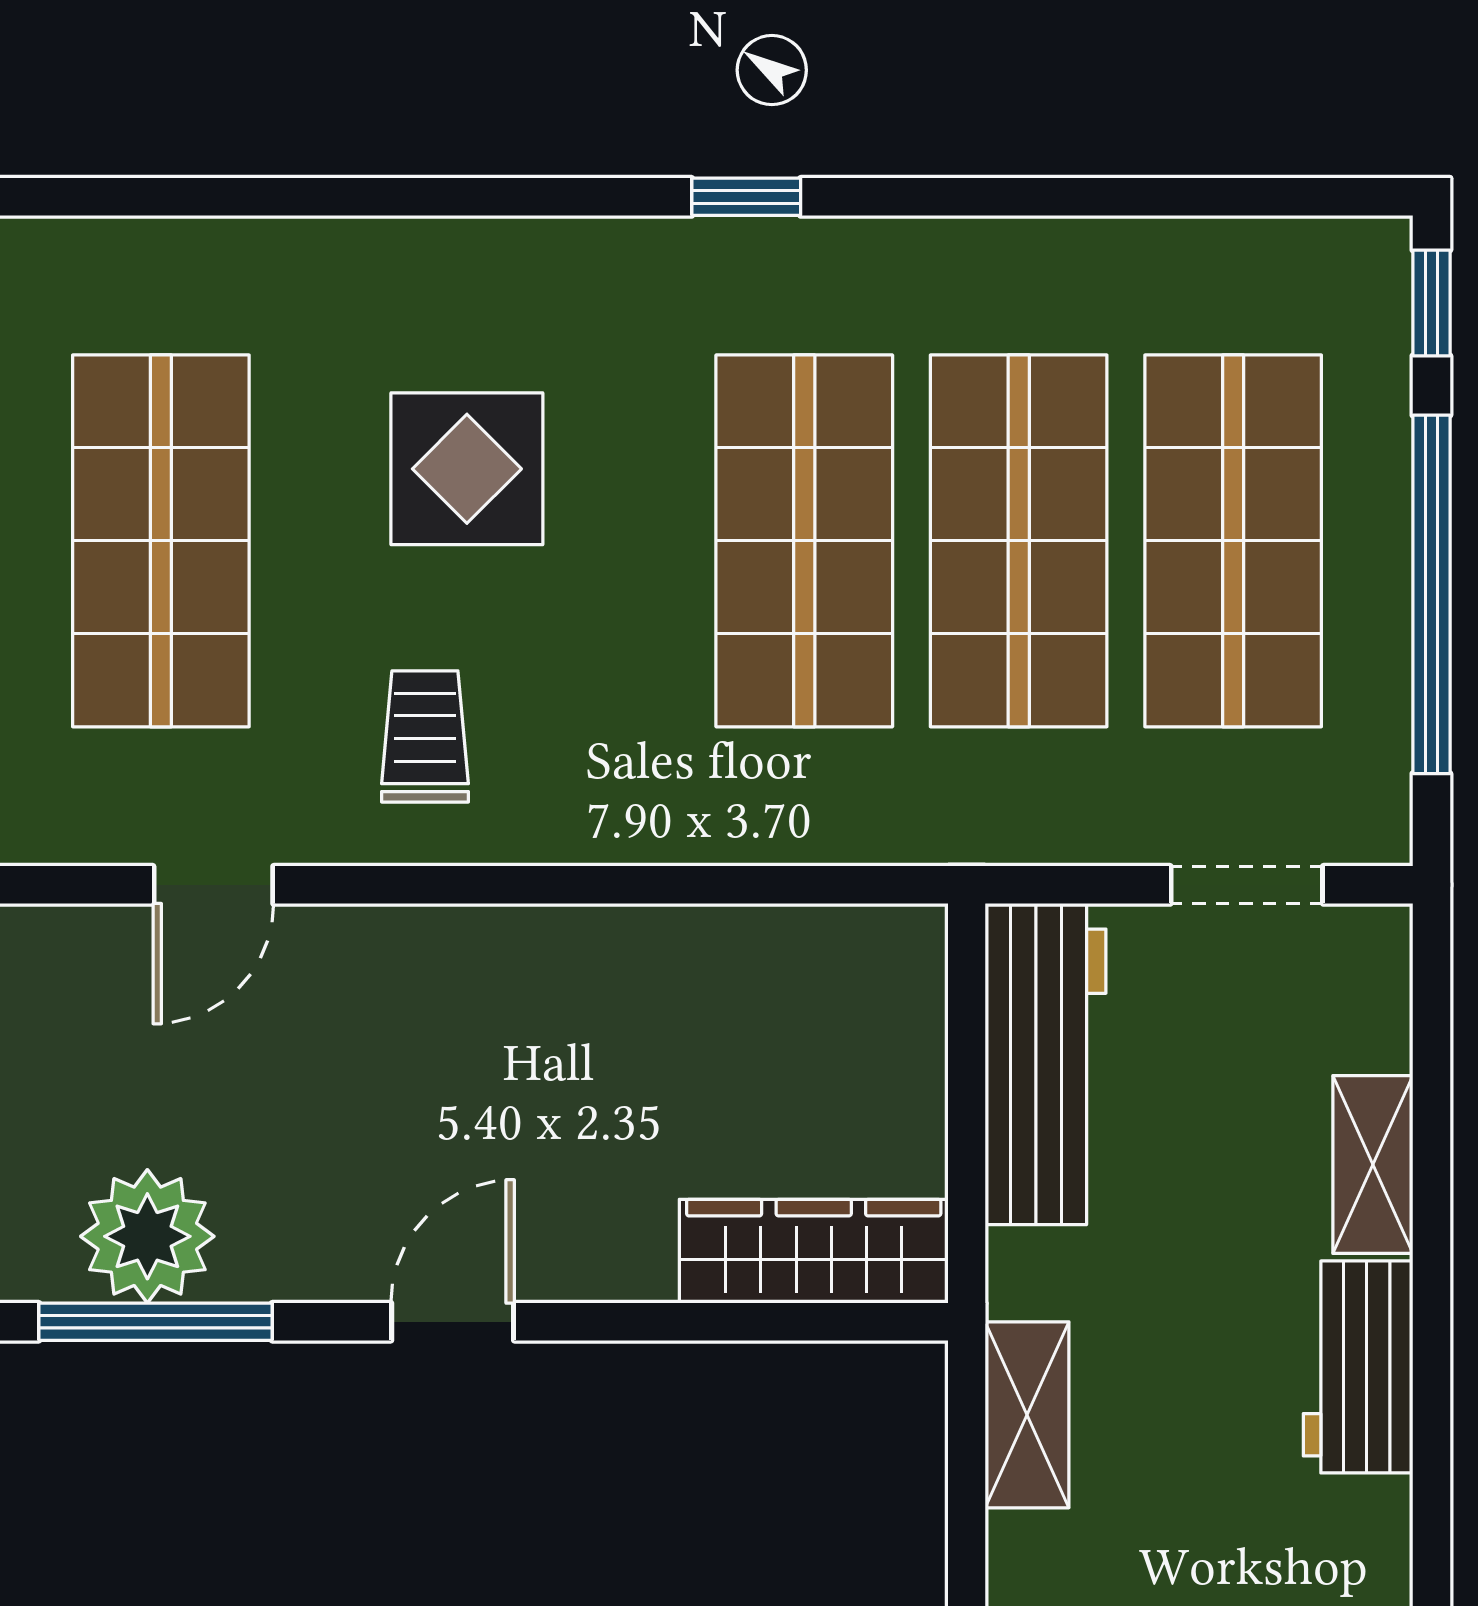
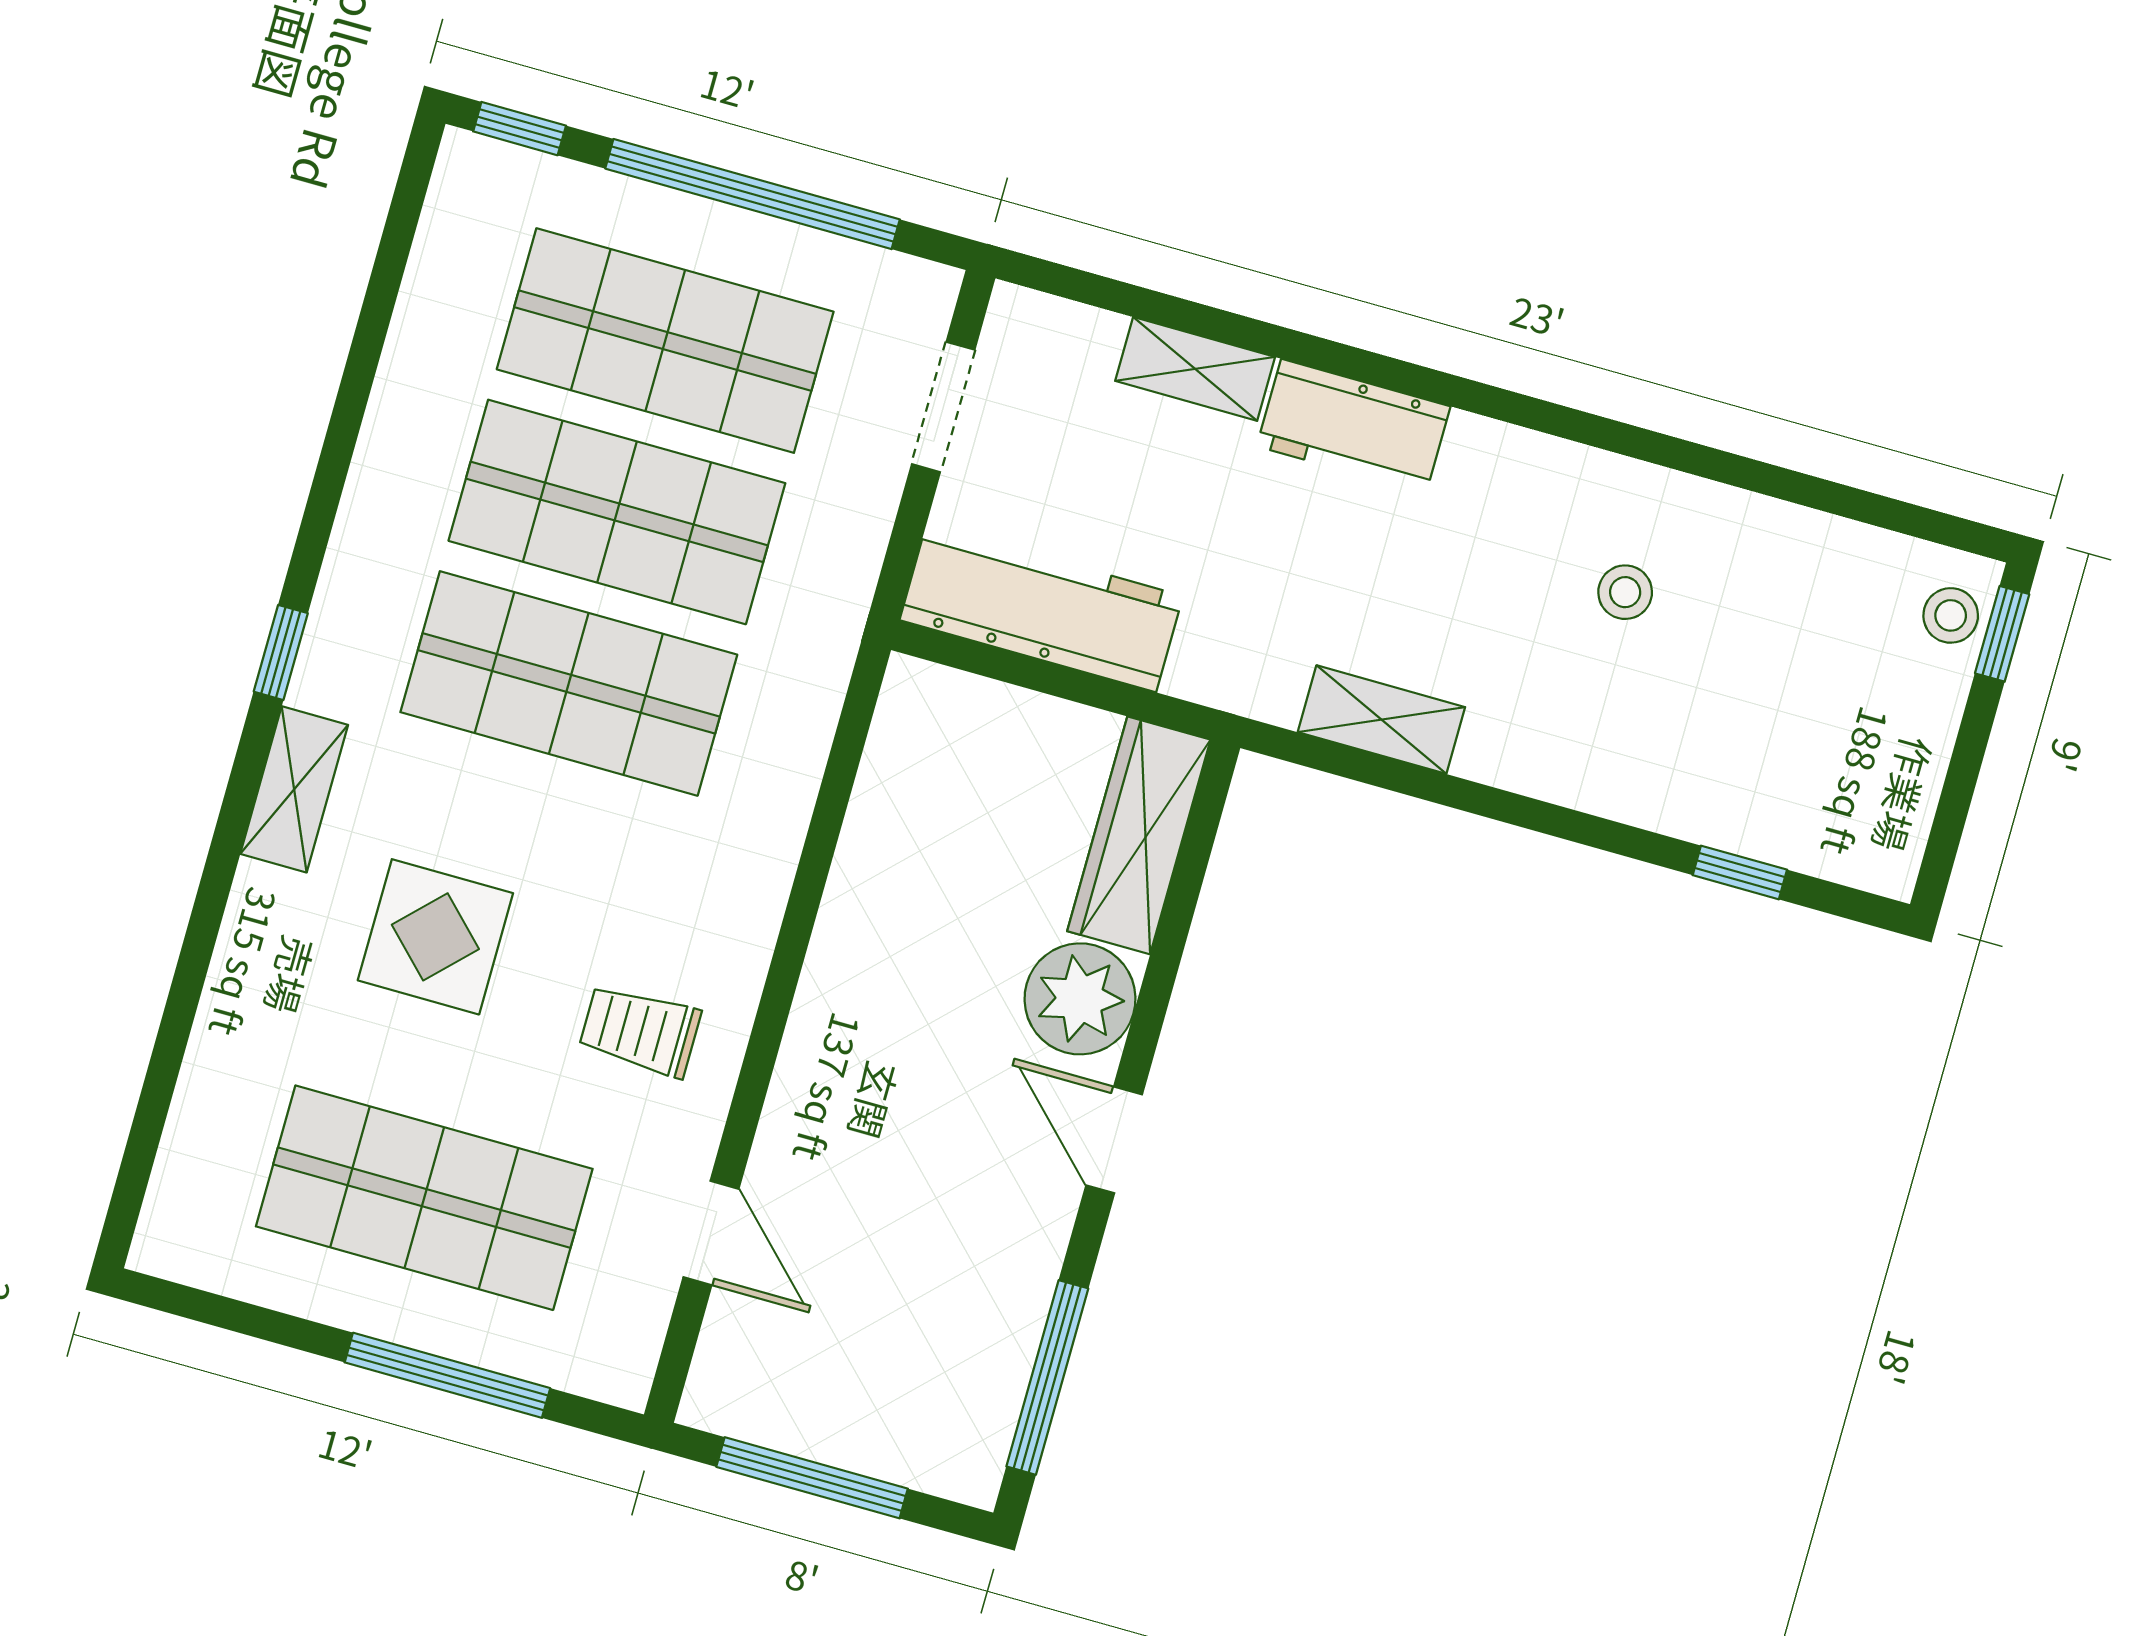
shelving: (592, 257) -> (294, 789), added
plant: (147, 1236) -> (1080, 999), moved
shelving: (1027, 1415) -> (1381, 720), moved

